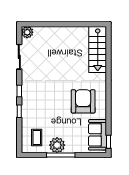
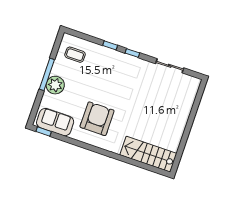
plant: (27, 32) -> (194, 84), removed
armchair: (83, 101) -> (97, 119), turned -90
plant: (57, 145) -> (55, 85), moved

